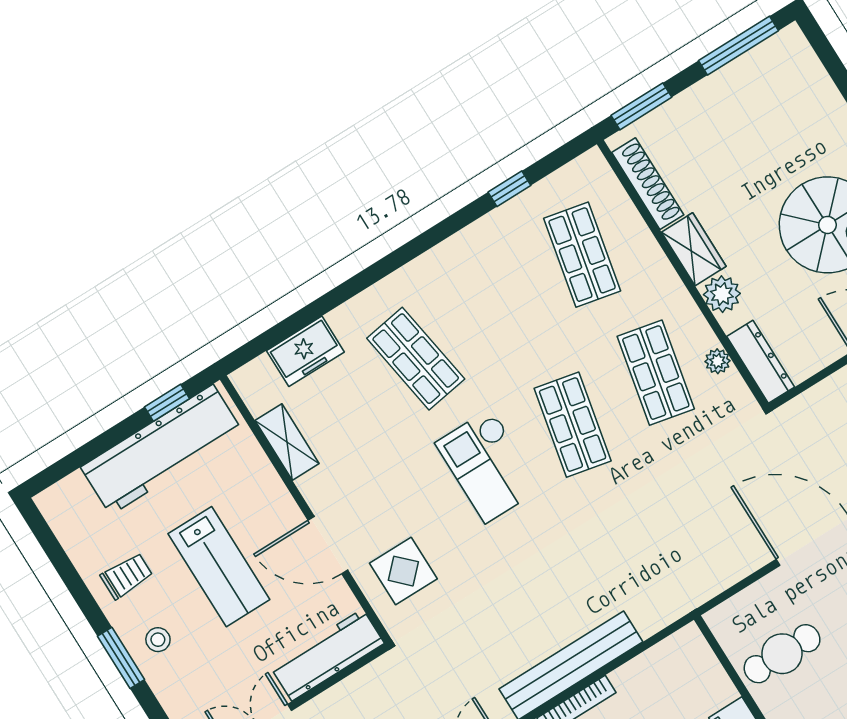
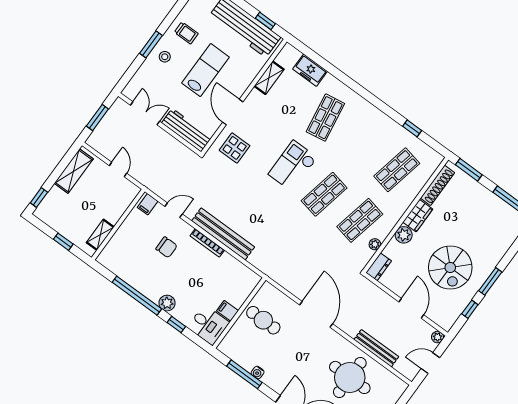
dresser: (761, 362) -> (379, 267), width x0.70
lab bench: (219, 567) -> (206, 70), turned 180

